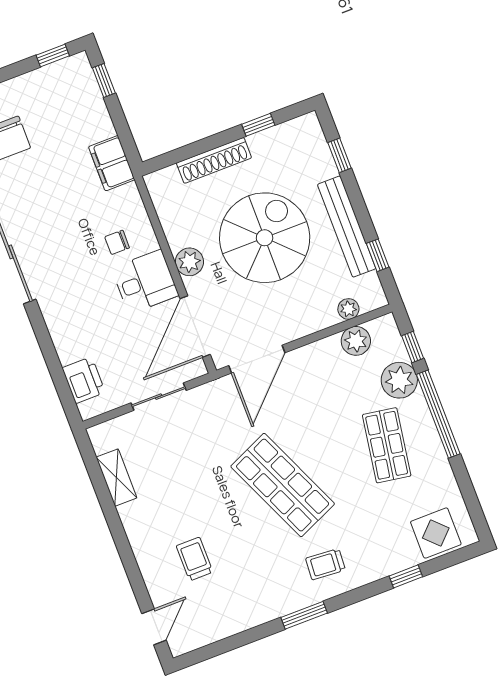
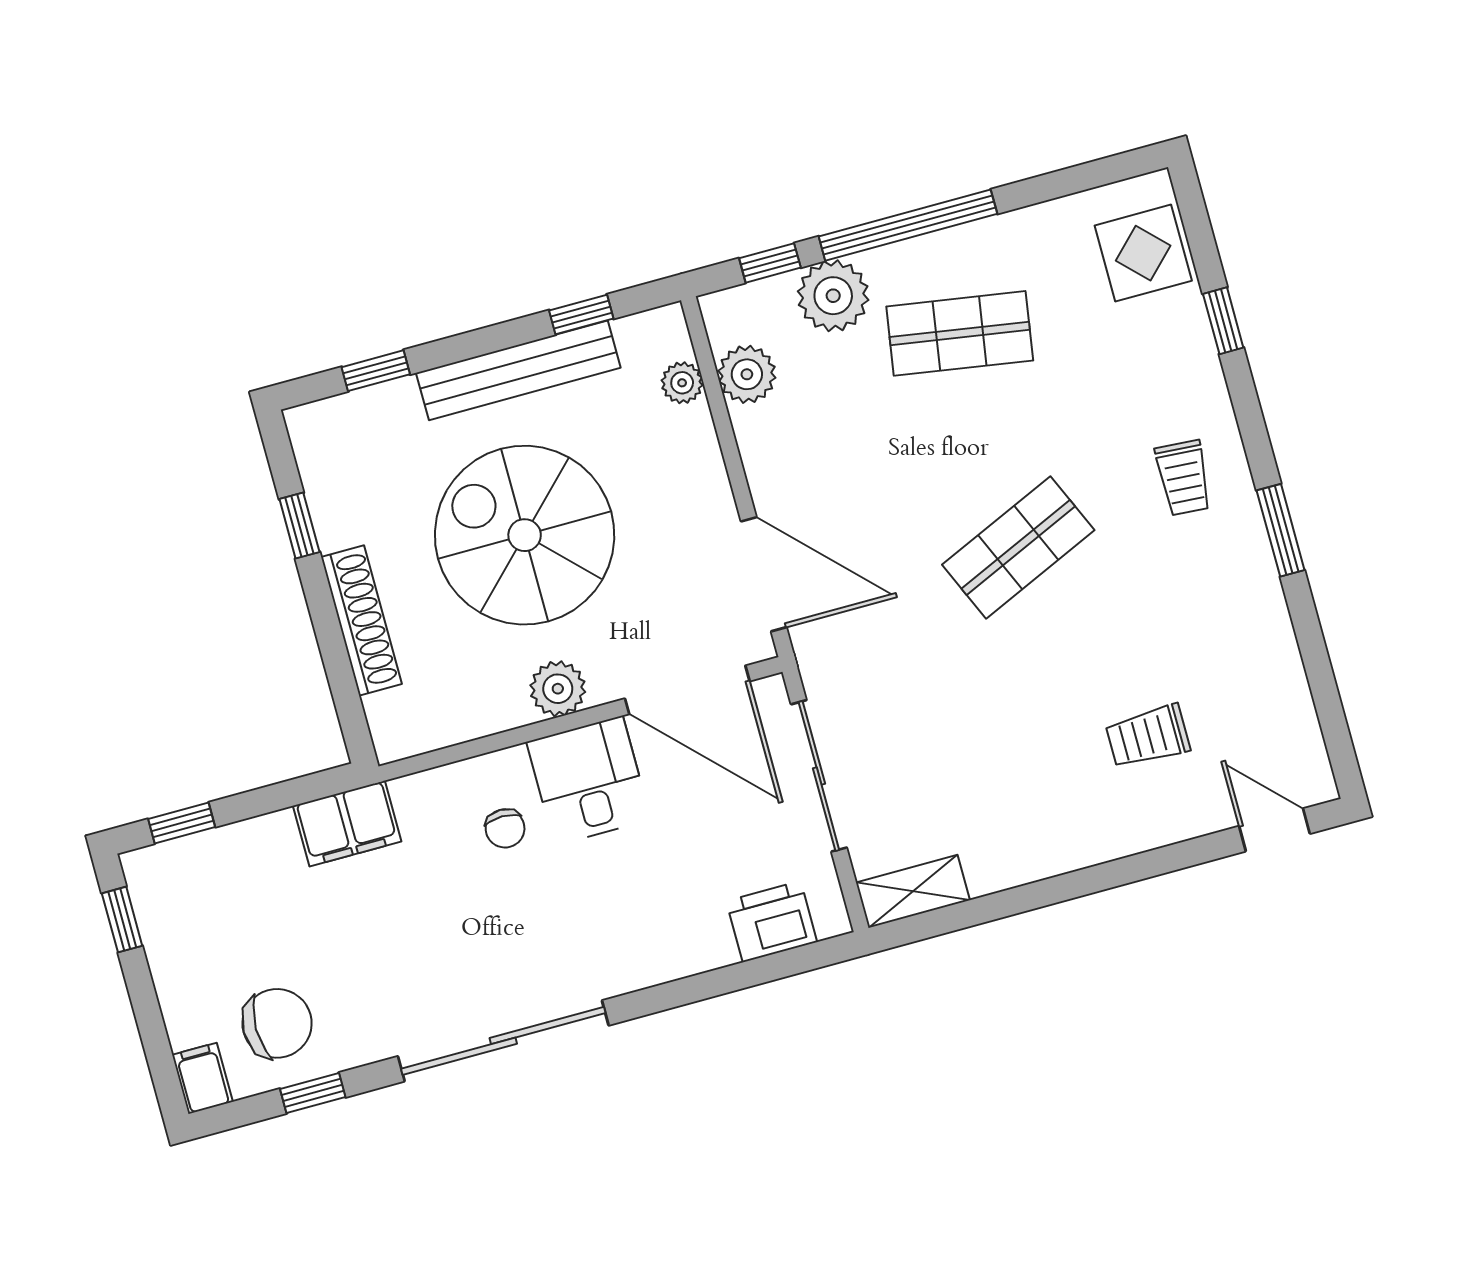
sliding door: (159, 397) -> (819, 776), width x1.37
shelving: (116, 478) -> (913, 891), moved
shop shelf: (283, 485) -> (1018, 547), width x0.70, depth x0.74

